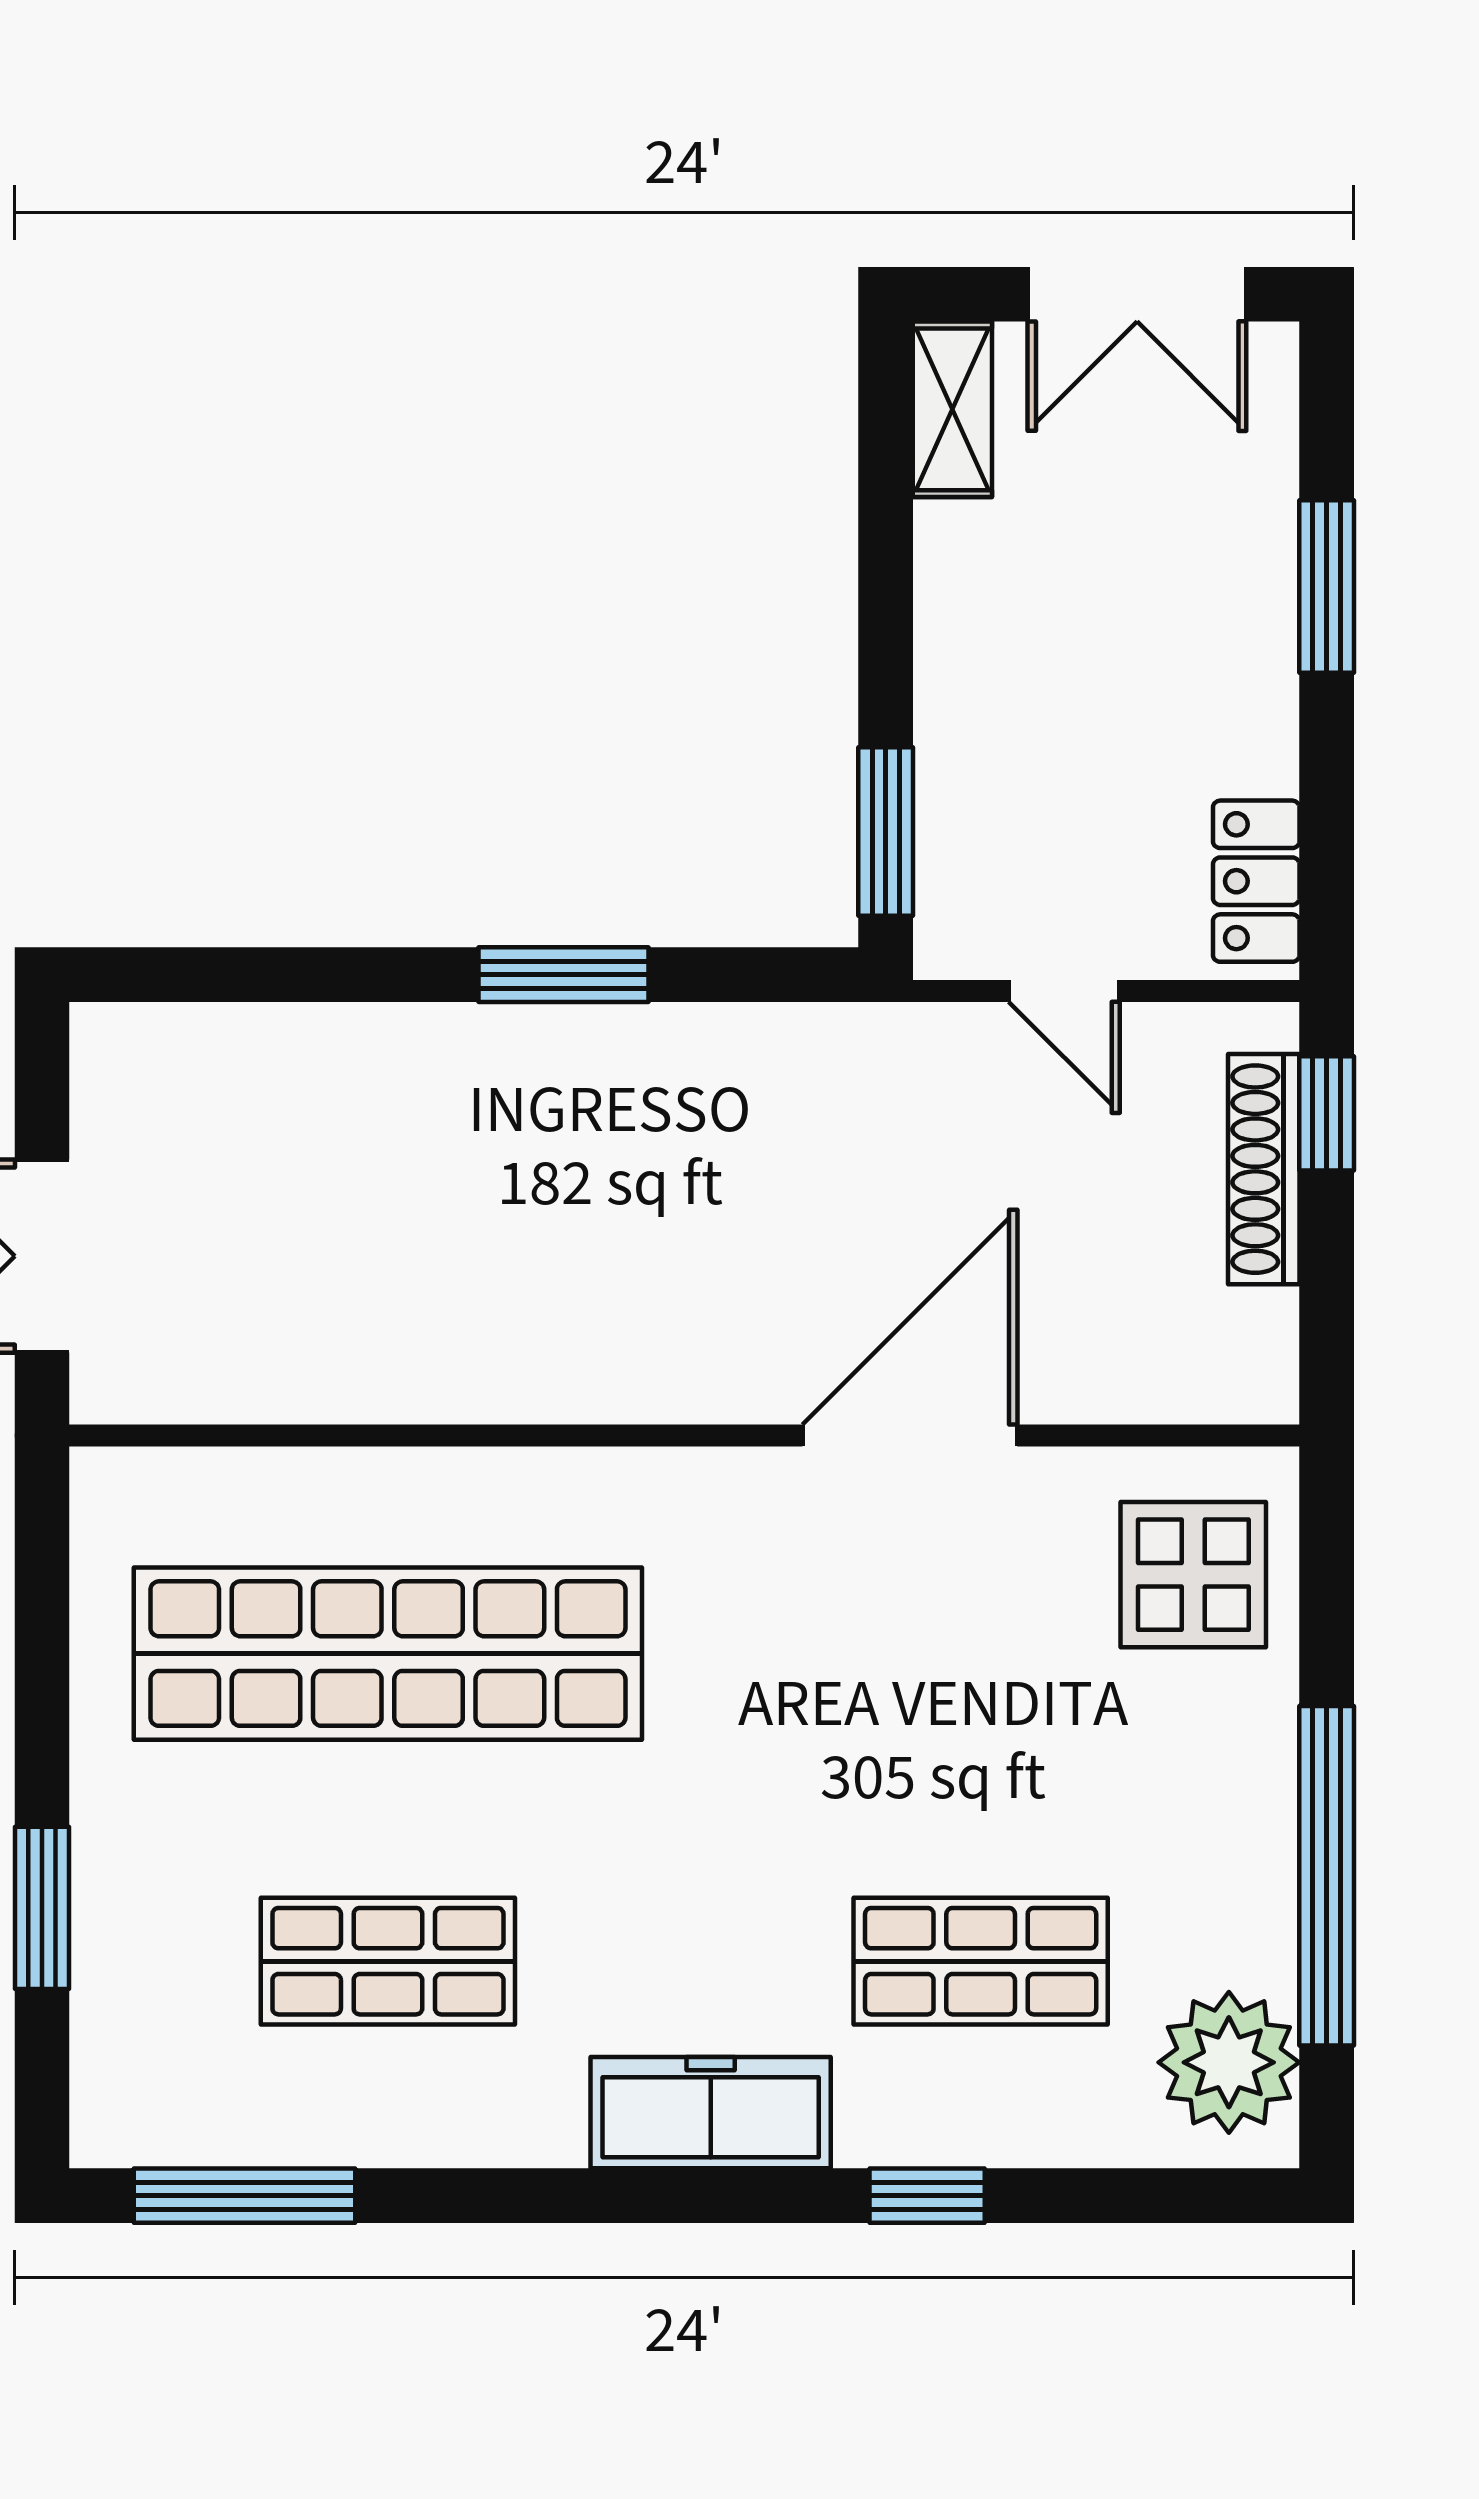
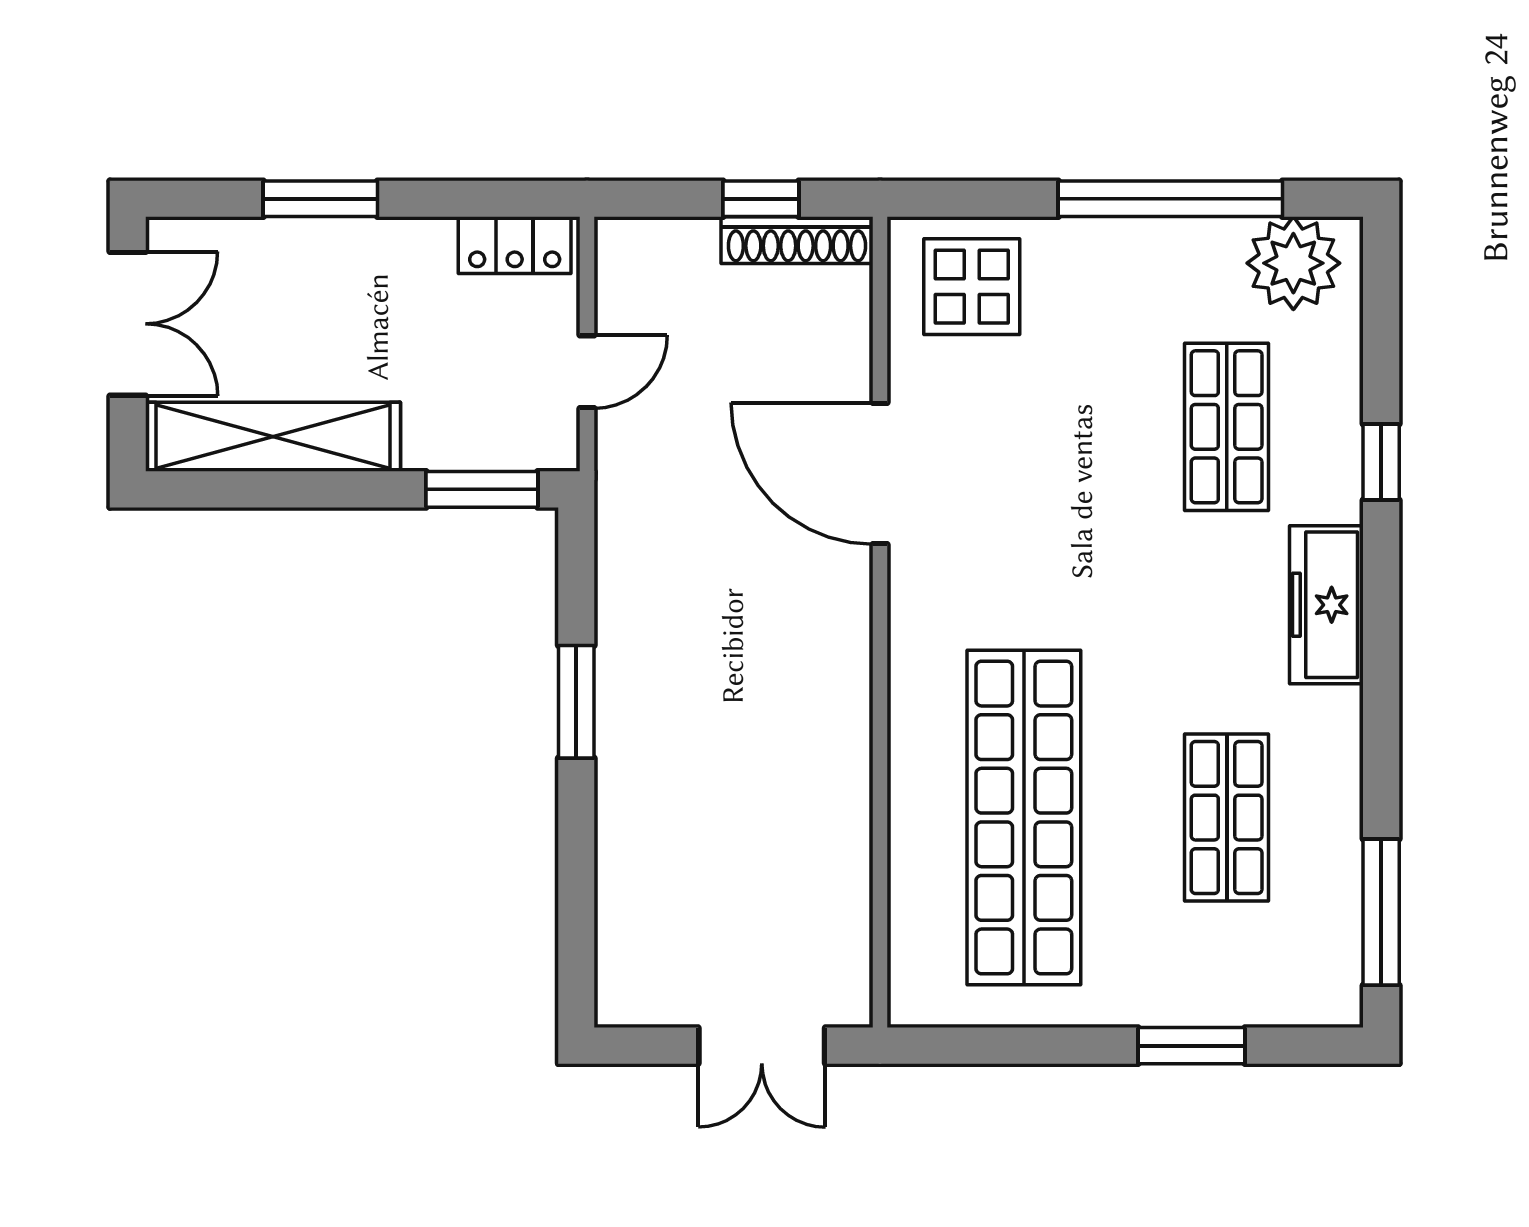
shelving: (952, 409) -> (273, 437), width x2.20, depth x1.33
window: (1327, 1113) -> (761, 199), moved
shoe rack: (1264, 1169) -> (797, 240), moved

